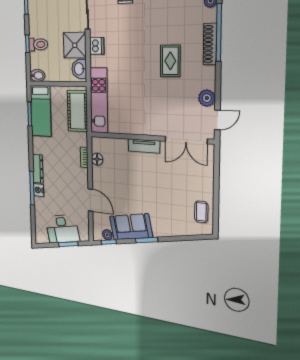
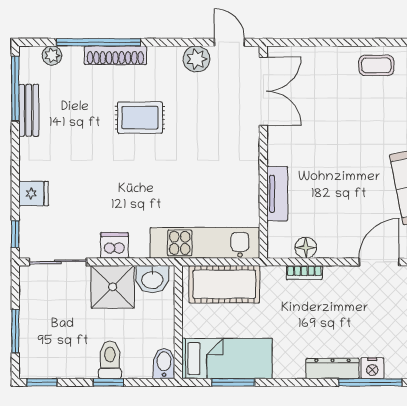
tv unit: (144, 146) -> (277, 194), moved

